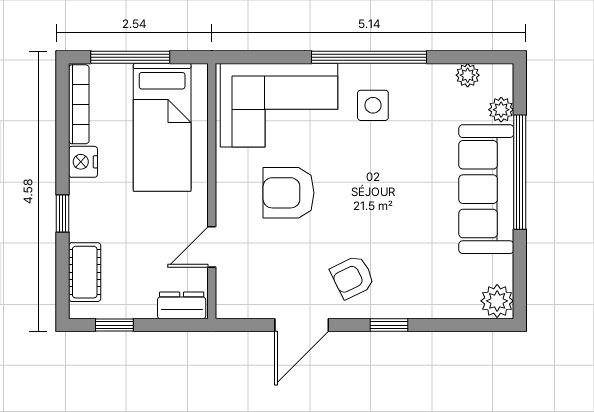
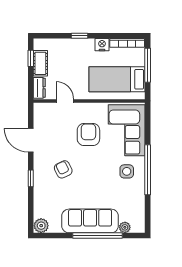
plant: (468, 75) -> (140, 213), removed
cot: (85, 272) -> (40, 63), moved, turned 90
armchair: (352, 277) -> (63, 169), moved

